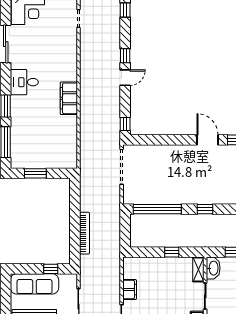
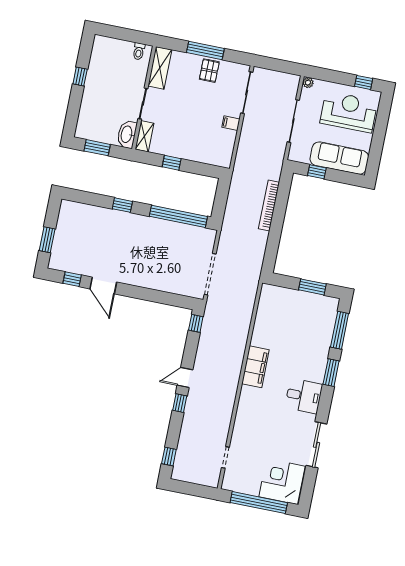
filing cabinet: (130, 290) -> (231, 123), width x0.50

